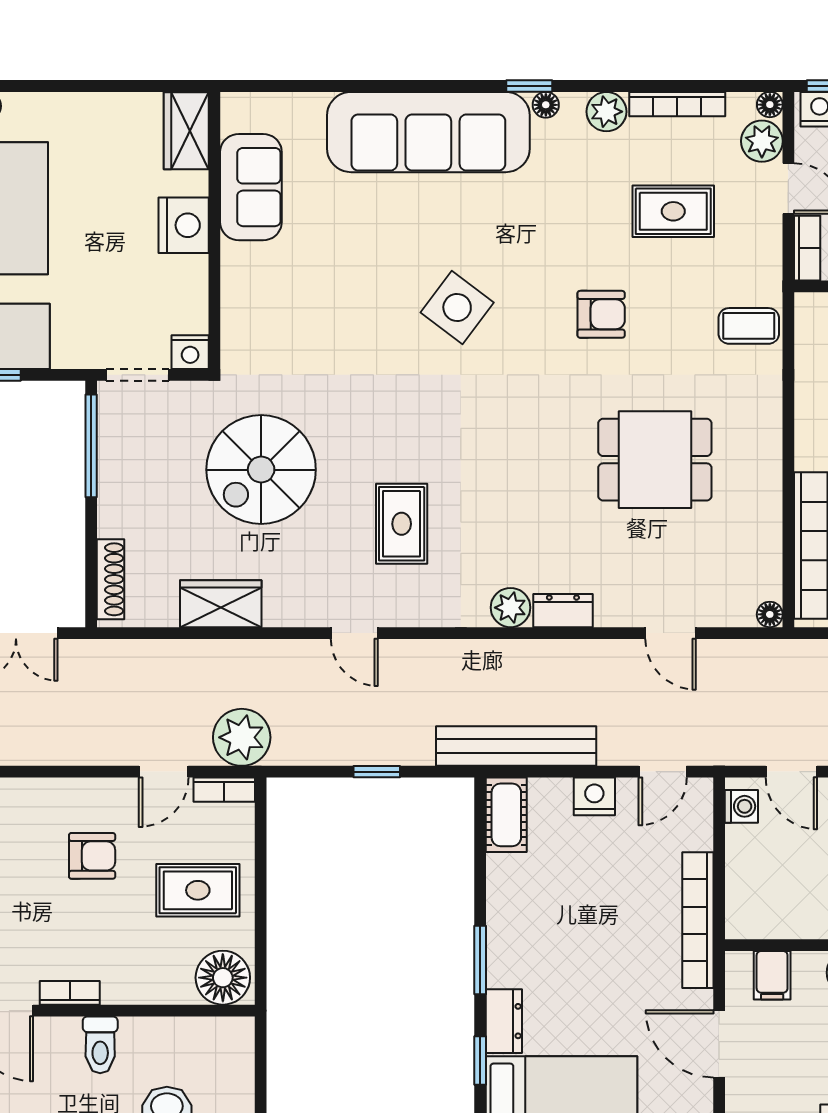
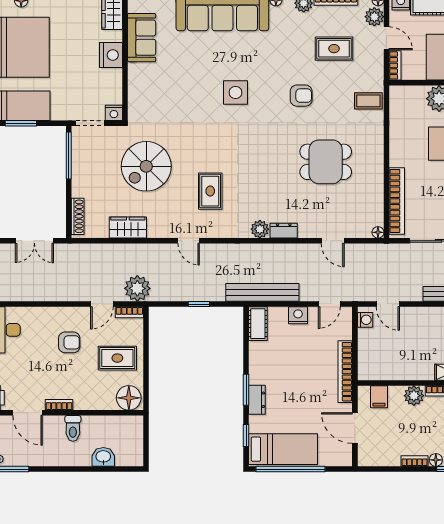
side table: (457, 307) -> (236, 92), turned -37
dresser: (504, 1021) -> (257, 400), moved

